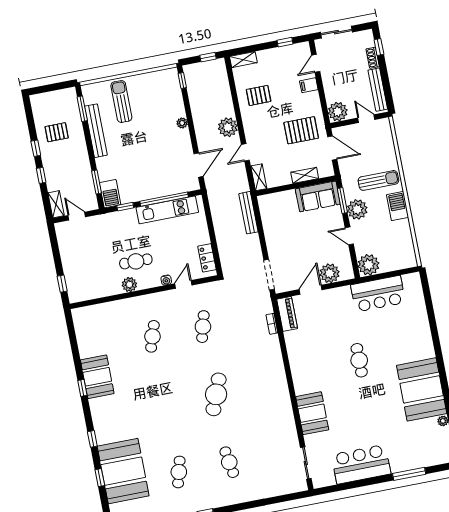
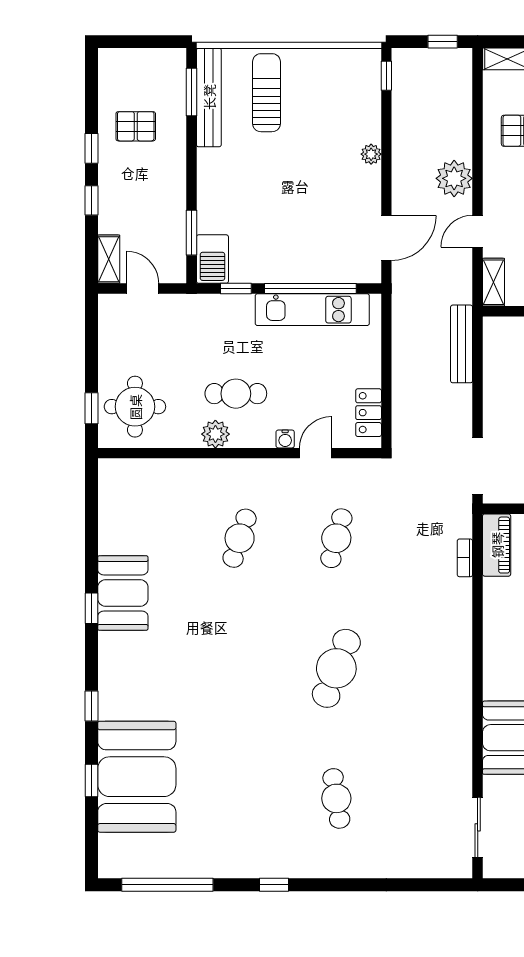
bench: (96, 131) -> (209, 97), moved
round table: (85, 278) -> (135, 407), added
cafe table: (179, 472) -> (240, 798), removed

